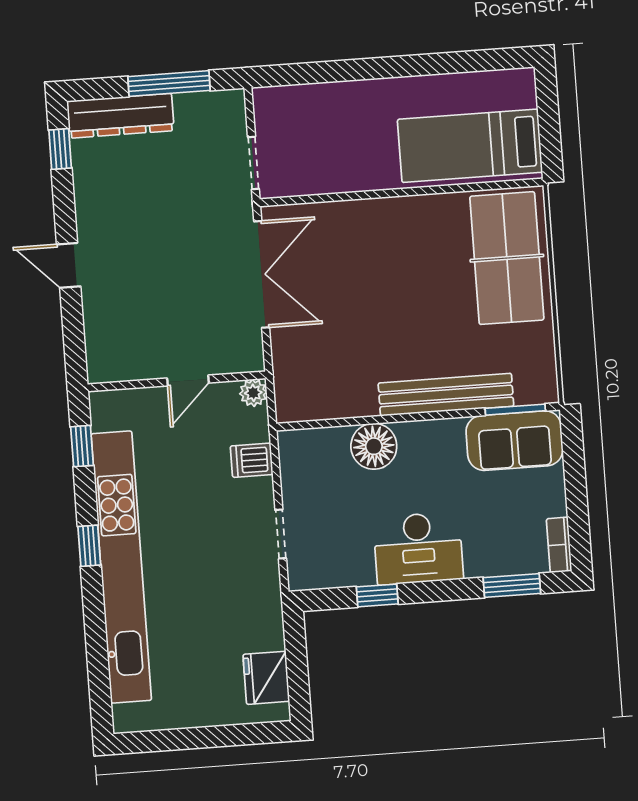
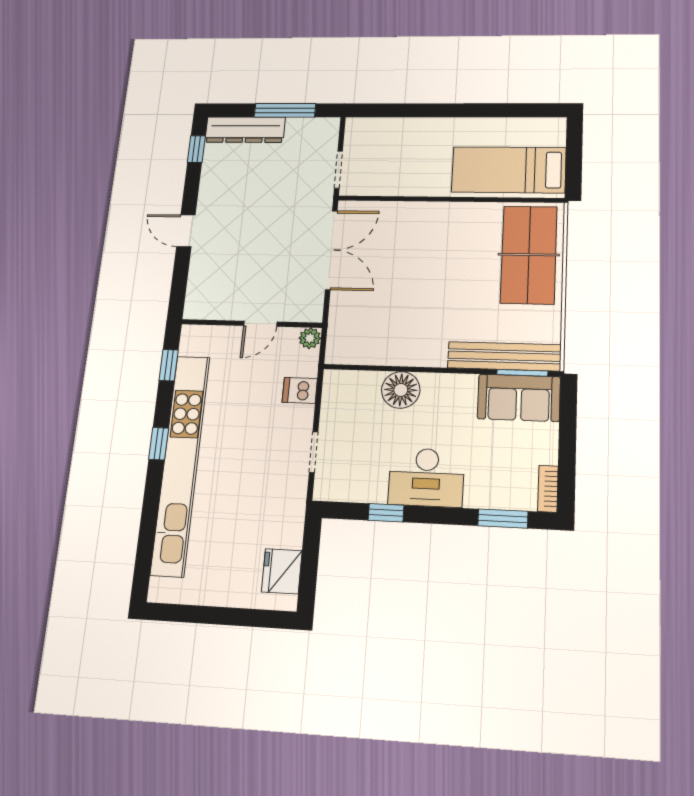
bench: (446, 395) -> (504, 356), moved

